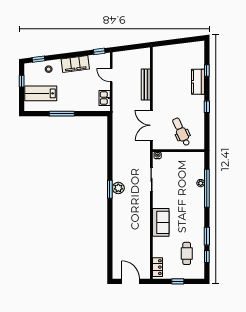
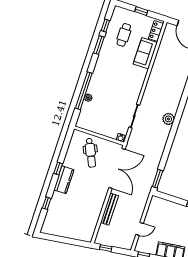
window: (137, 47) -> (106, 248), added
door: (111, 75) -> (140, 229), hinge flipped
kitchen counter: (198, 82) -> (64, 180), moved
kitchen sink: (105, 98) -> (153, 209), removed
double door: (151, 125) -> (117, 168), width x1.36
window: (110, 189) -> (158, 179), moved
sofa: (161, 222) -> (145, 53), moved

